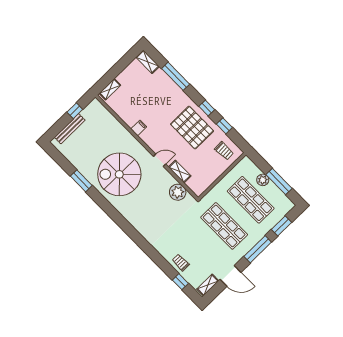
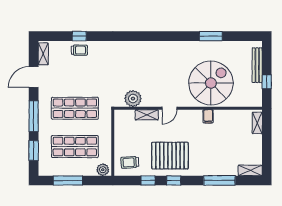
spiral stairs: (119, 174) -> (211, 83), moved
plant: (263, 180) -> (103, 170), moved
window: (180, 282) -> (79, 36), moved

